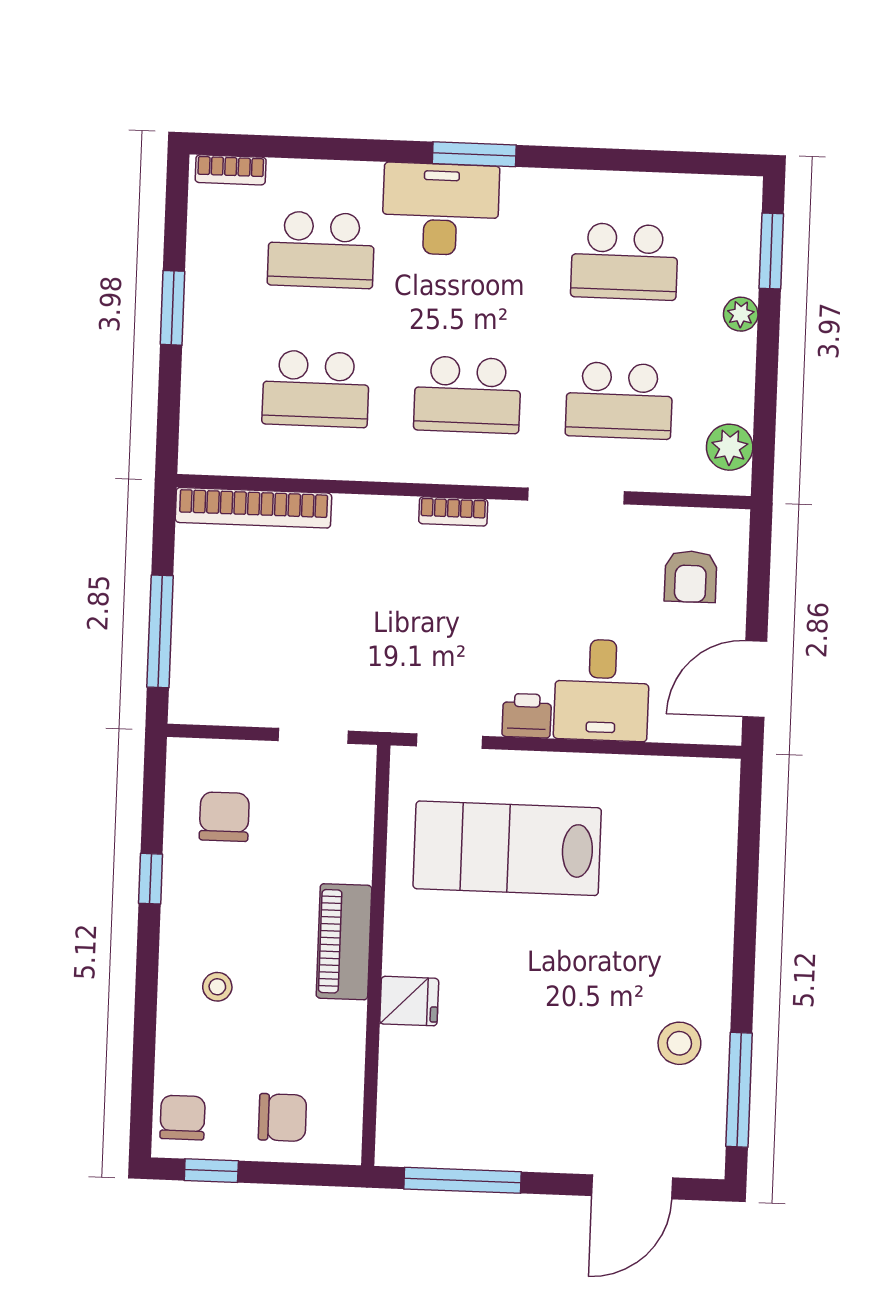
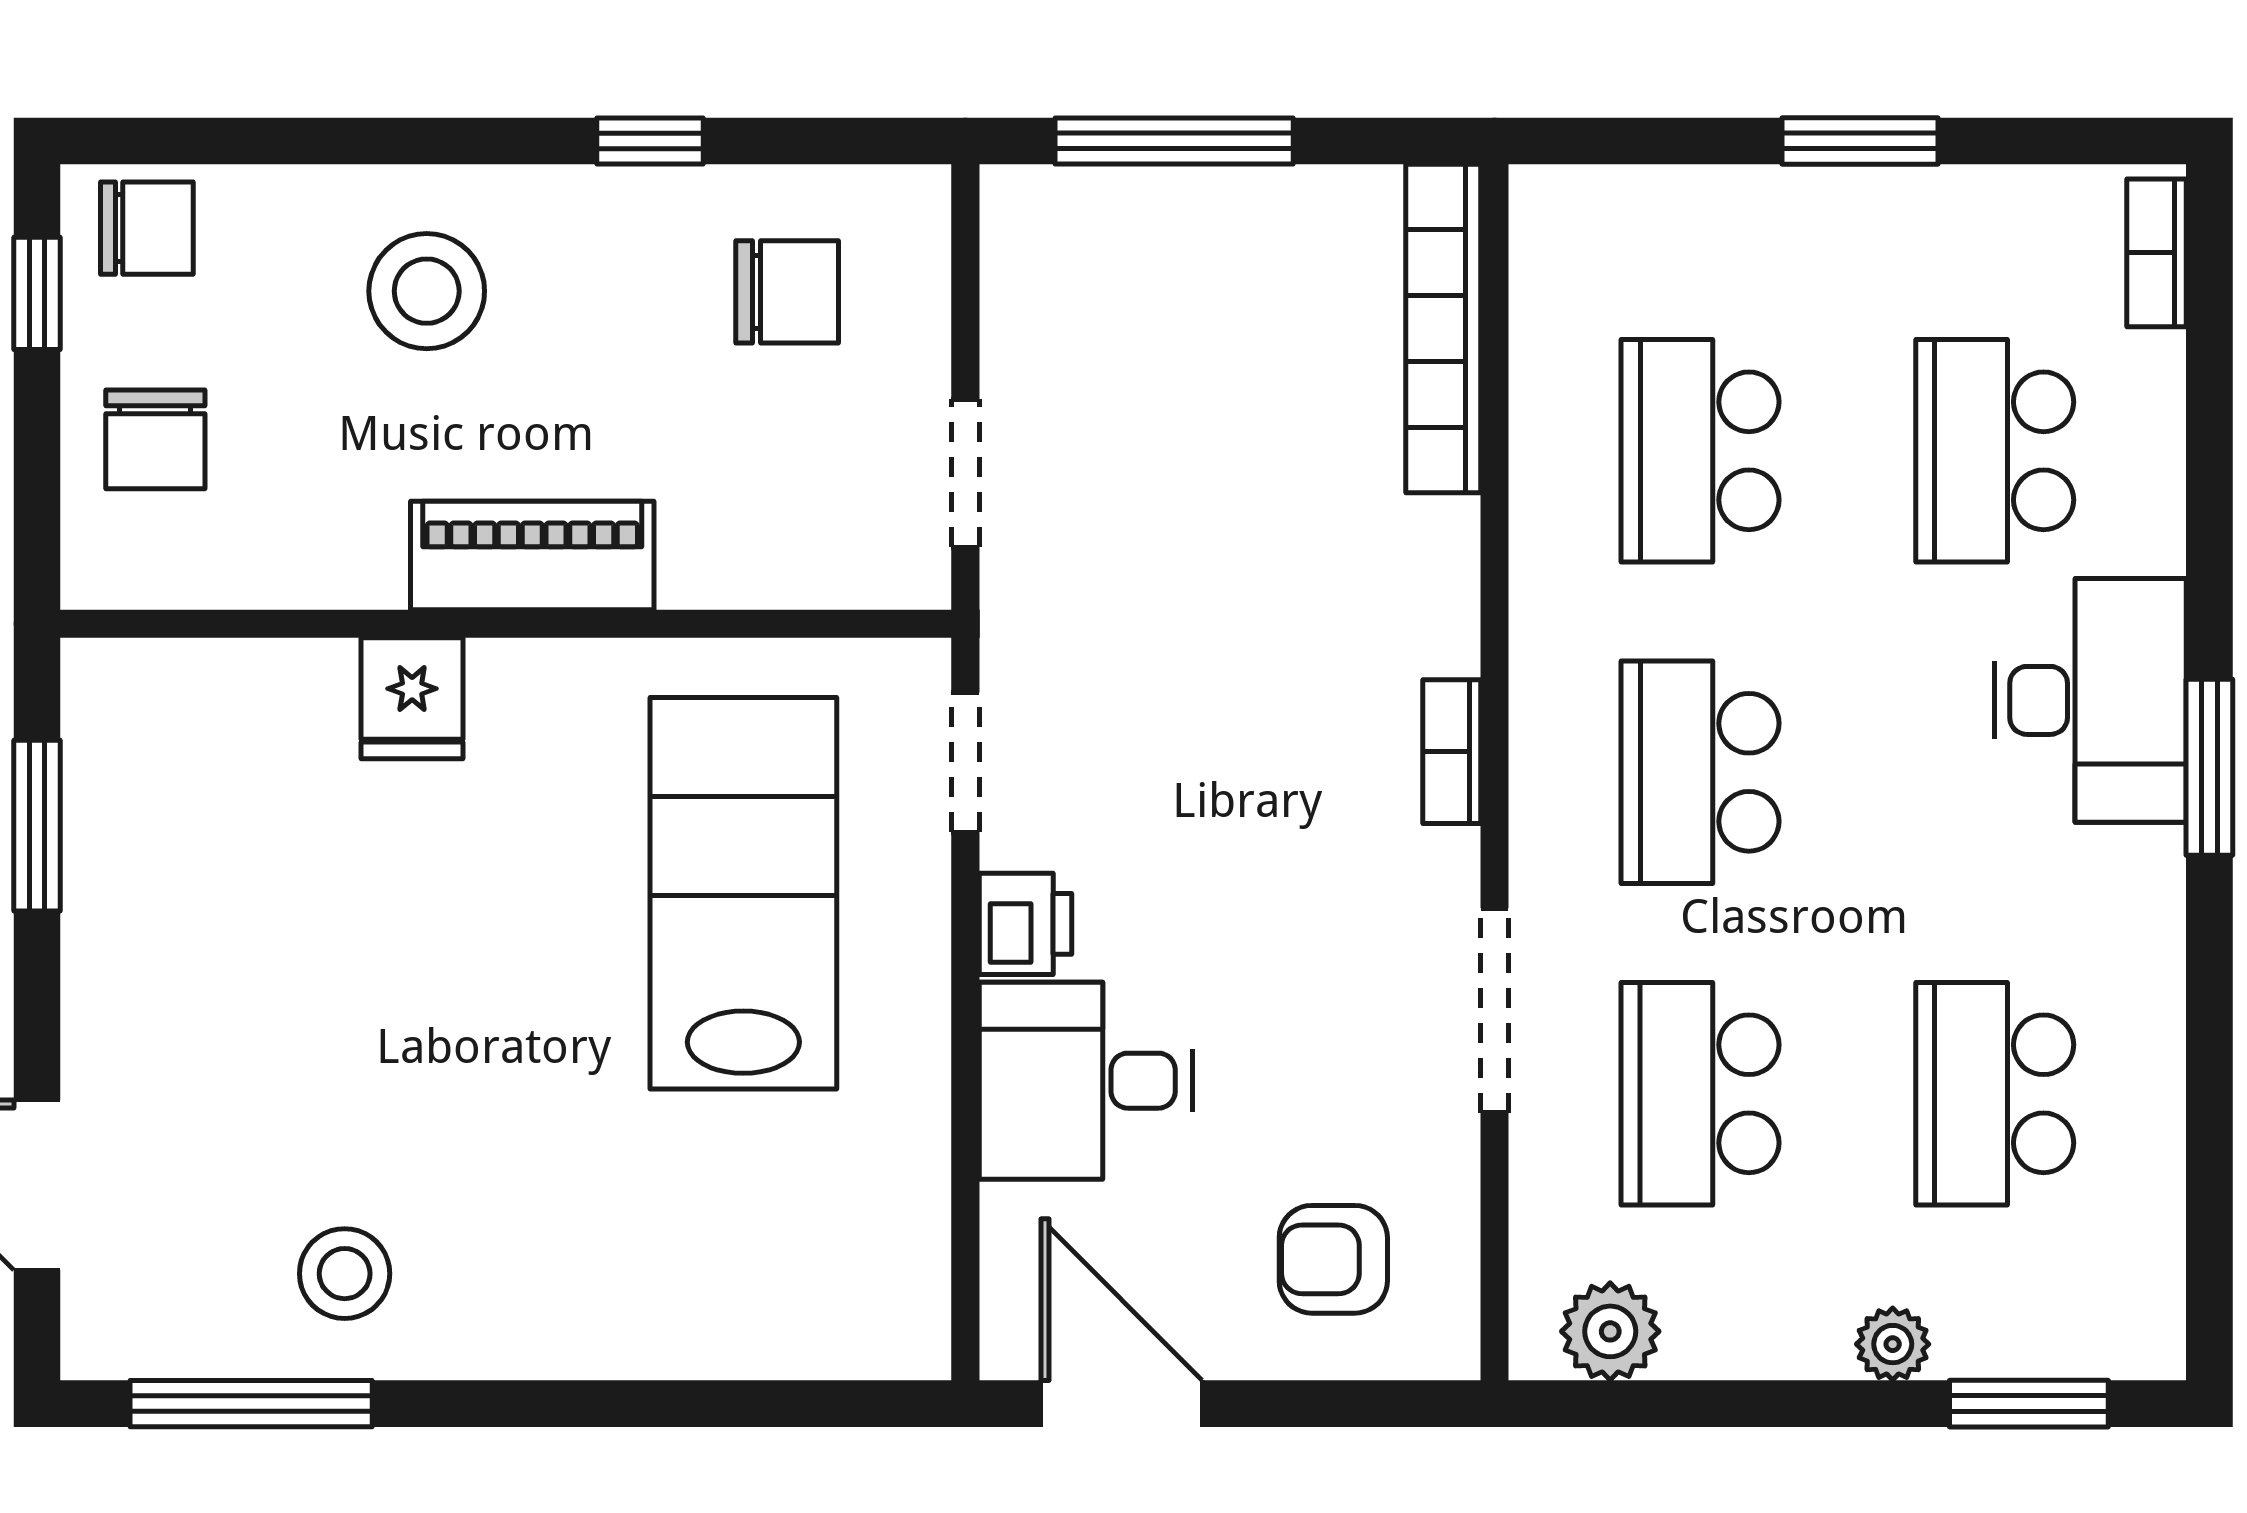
stool: (217, 987) -> (427, 291), width x1.89, depth x1.89
window: (463, 1180) -> (37, 826), width x0.69

